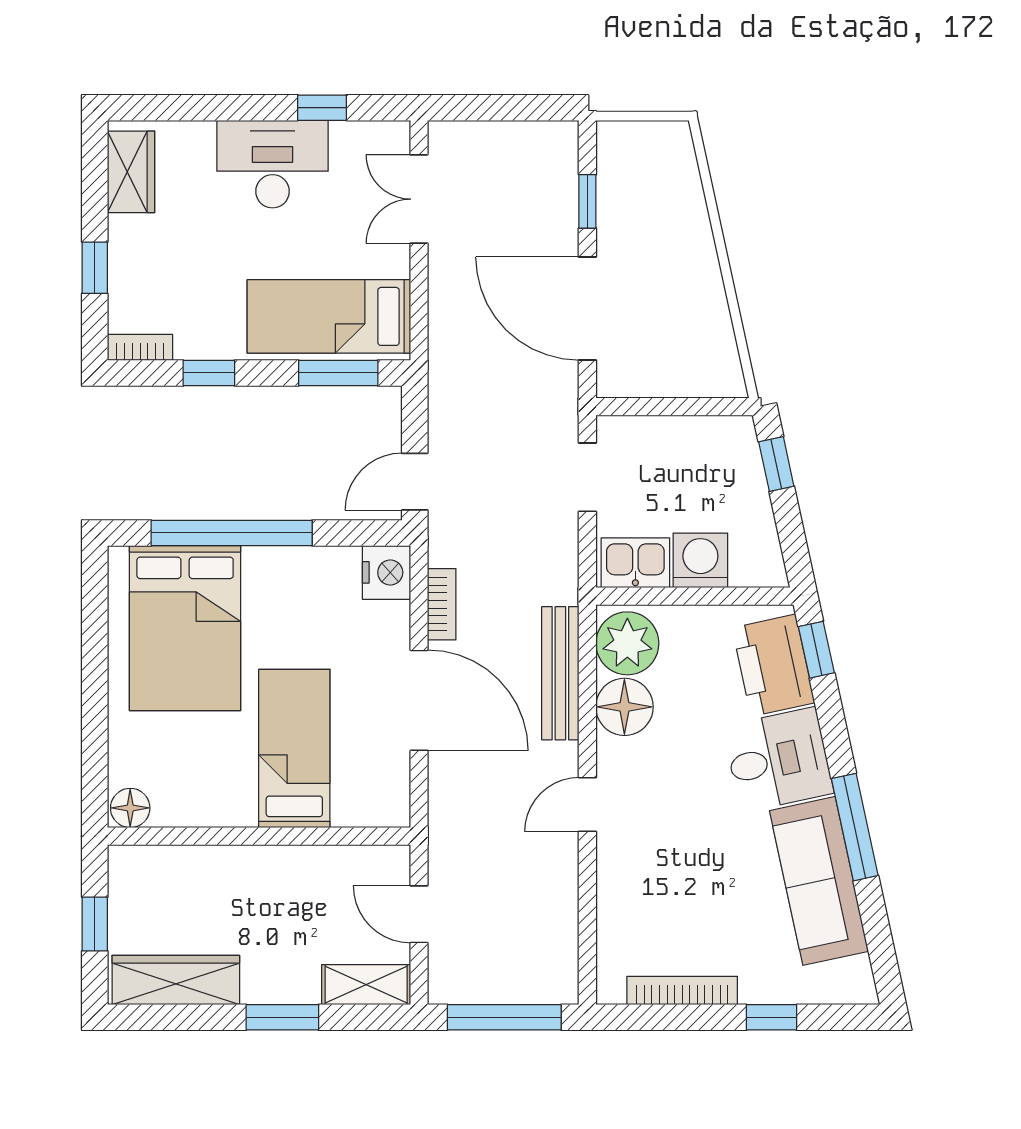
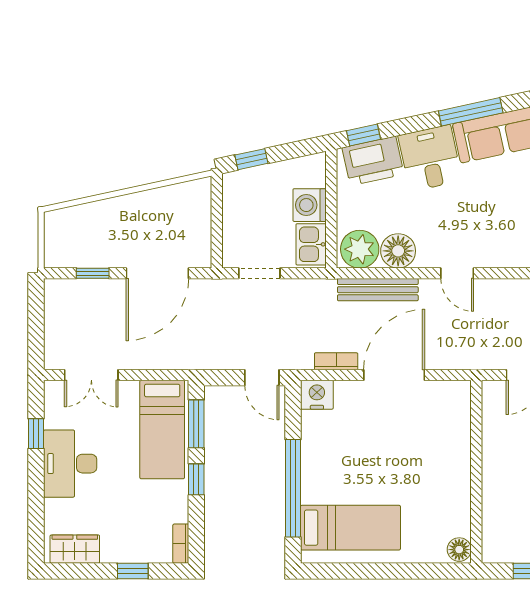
window: (209, 373) -> (196, 479), moved
bed: (185, 628) -> (350, 528), width x0.67
bed: (294, 748) -> (423, 450), removed

